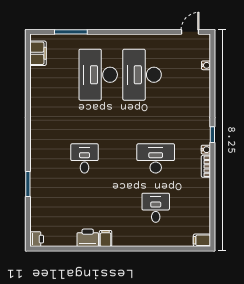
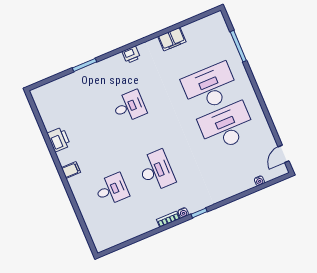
door: (190, 32) -> (284, 154), swing flipped
filing cabinet: (38, 53) -> (172, 39), moved
filing cabinet: (106, 238) -> (71, 170), moved
printer: (37, 239) -> (131, 55), moved
filing cabinet: (202, 240) -> (100, 244), removed

